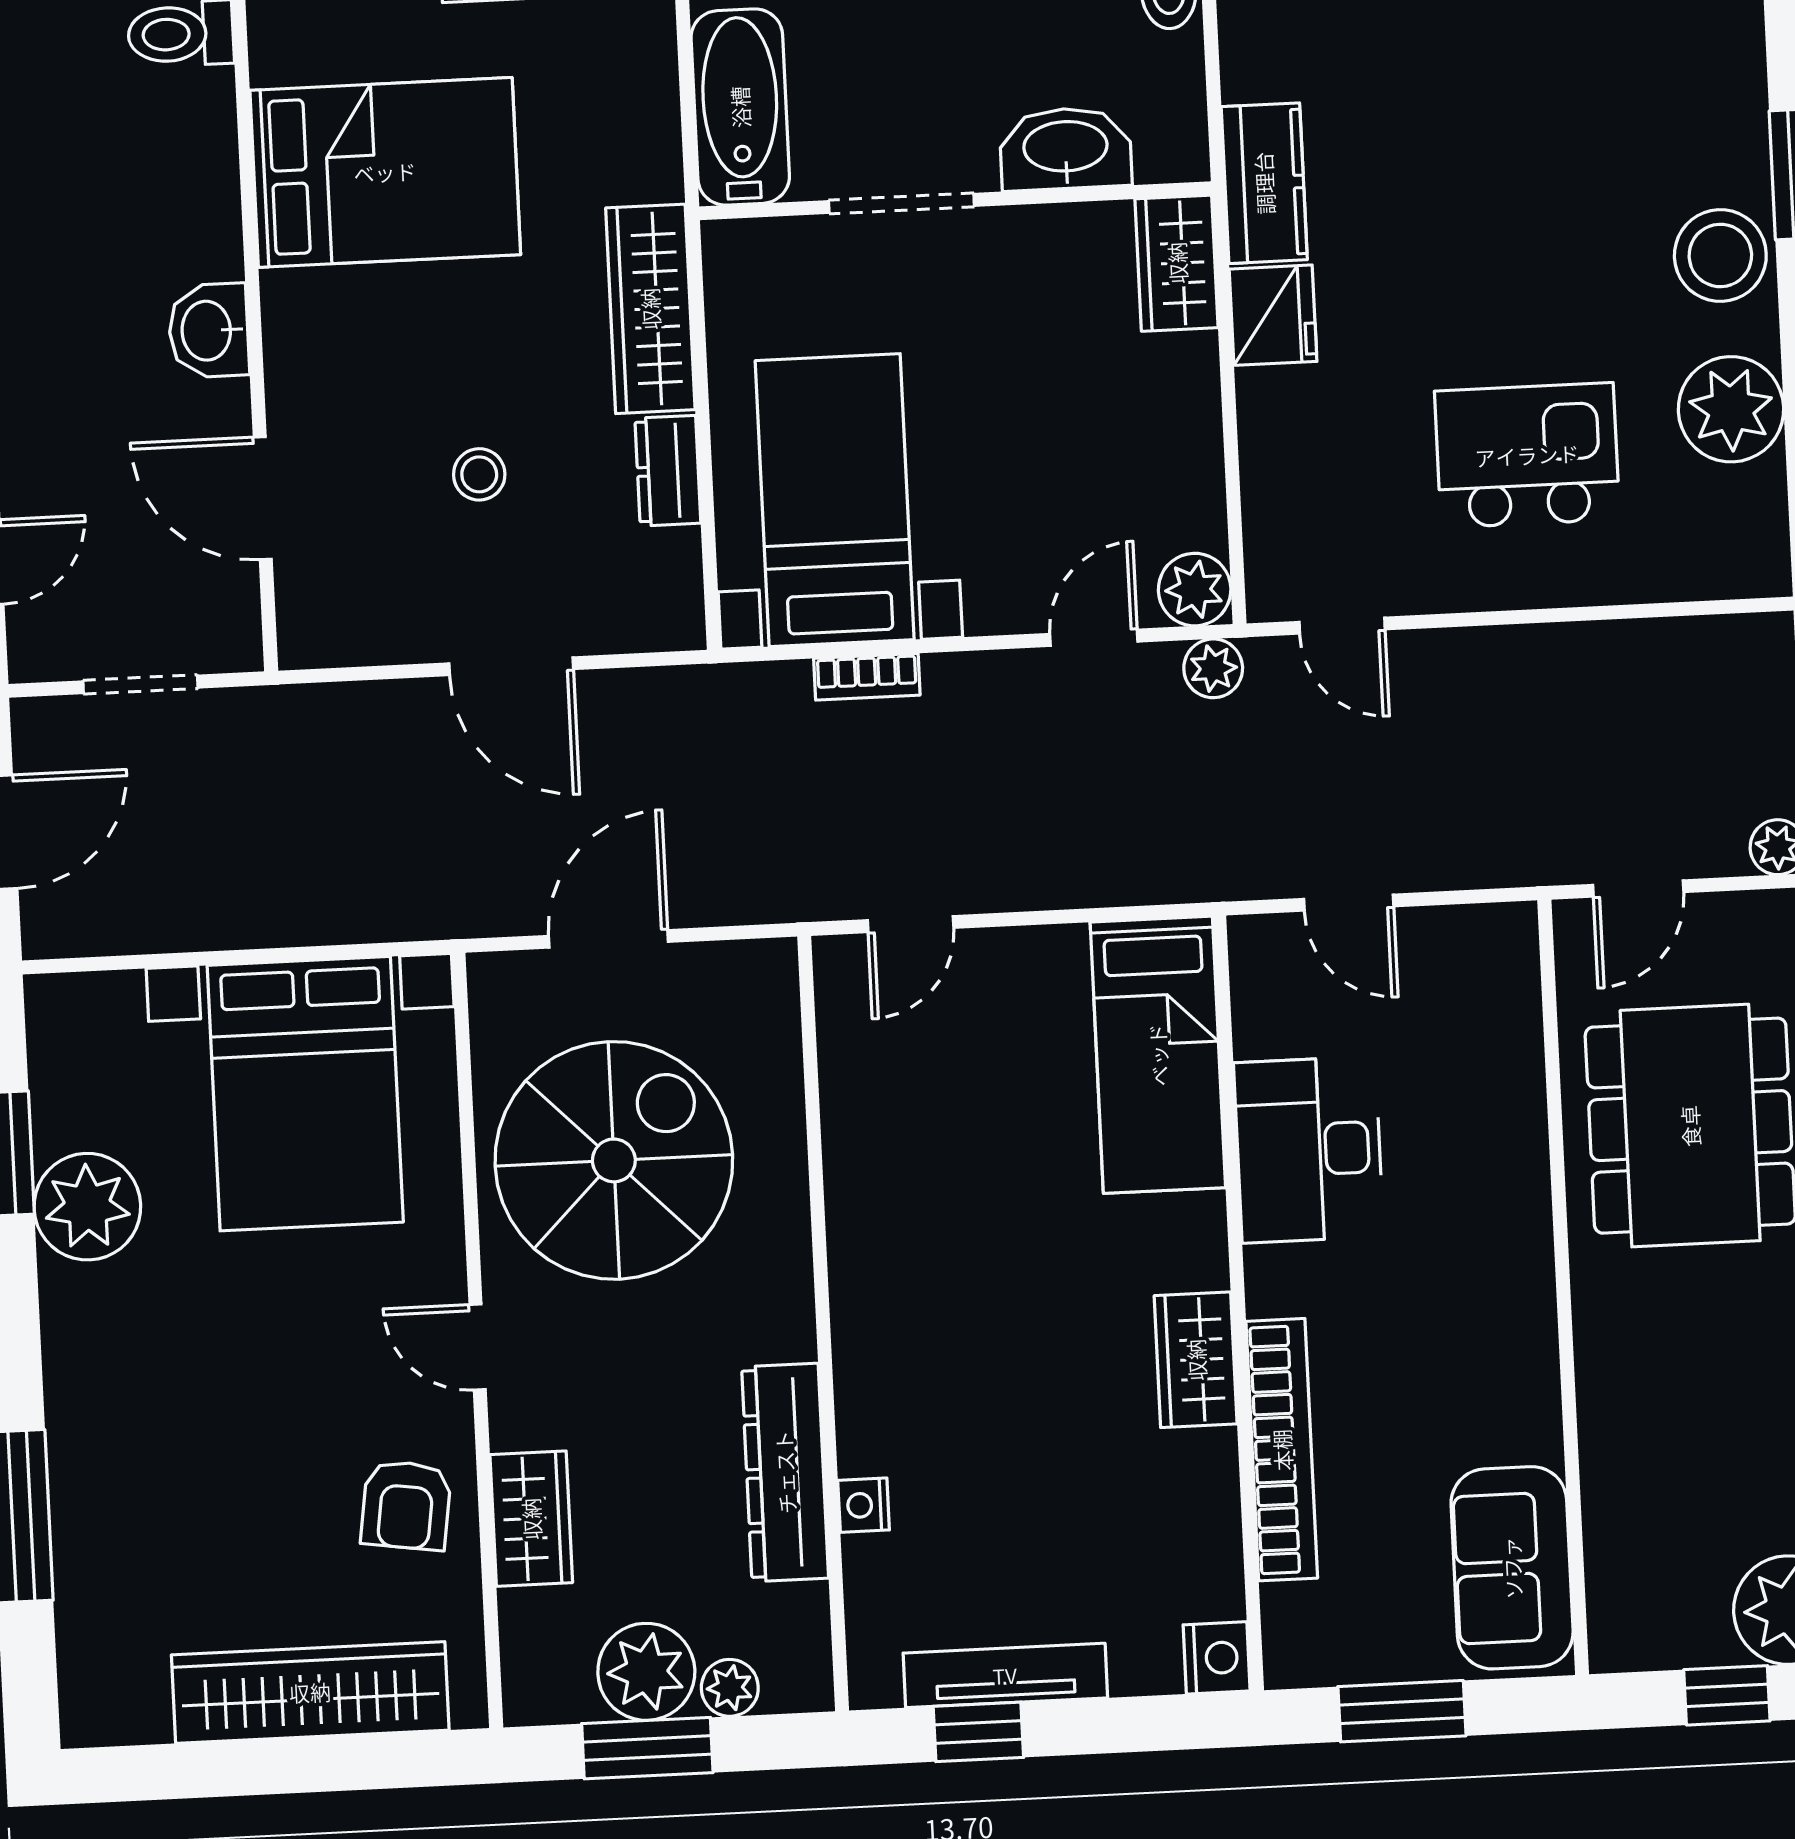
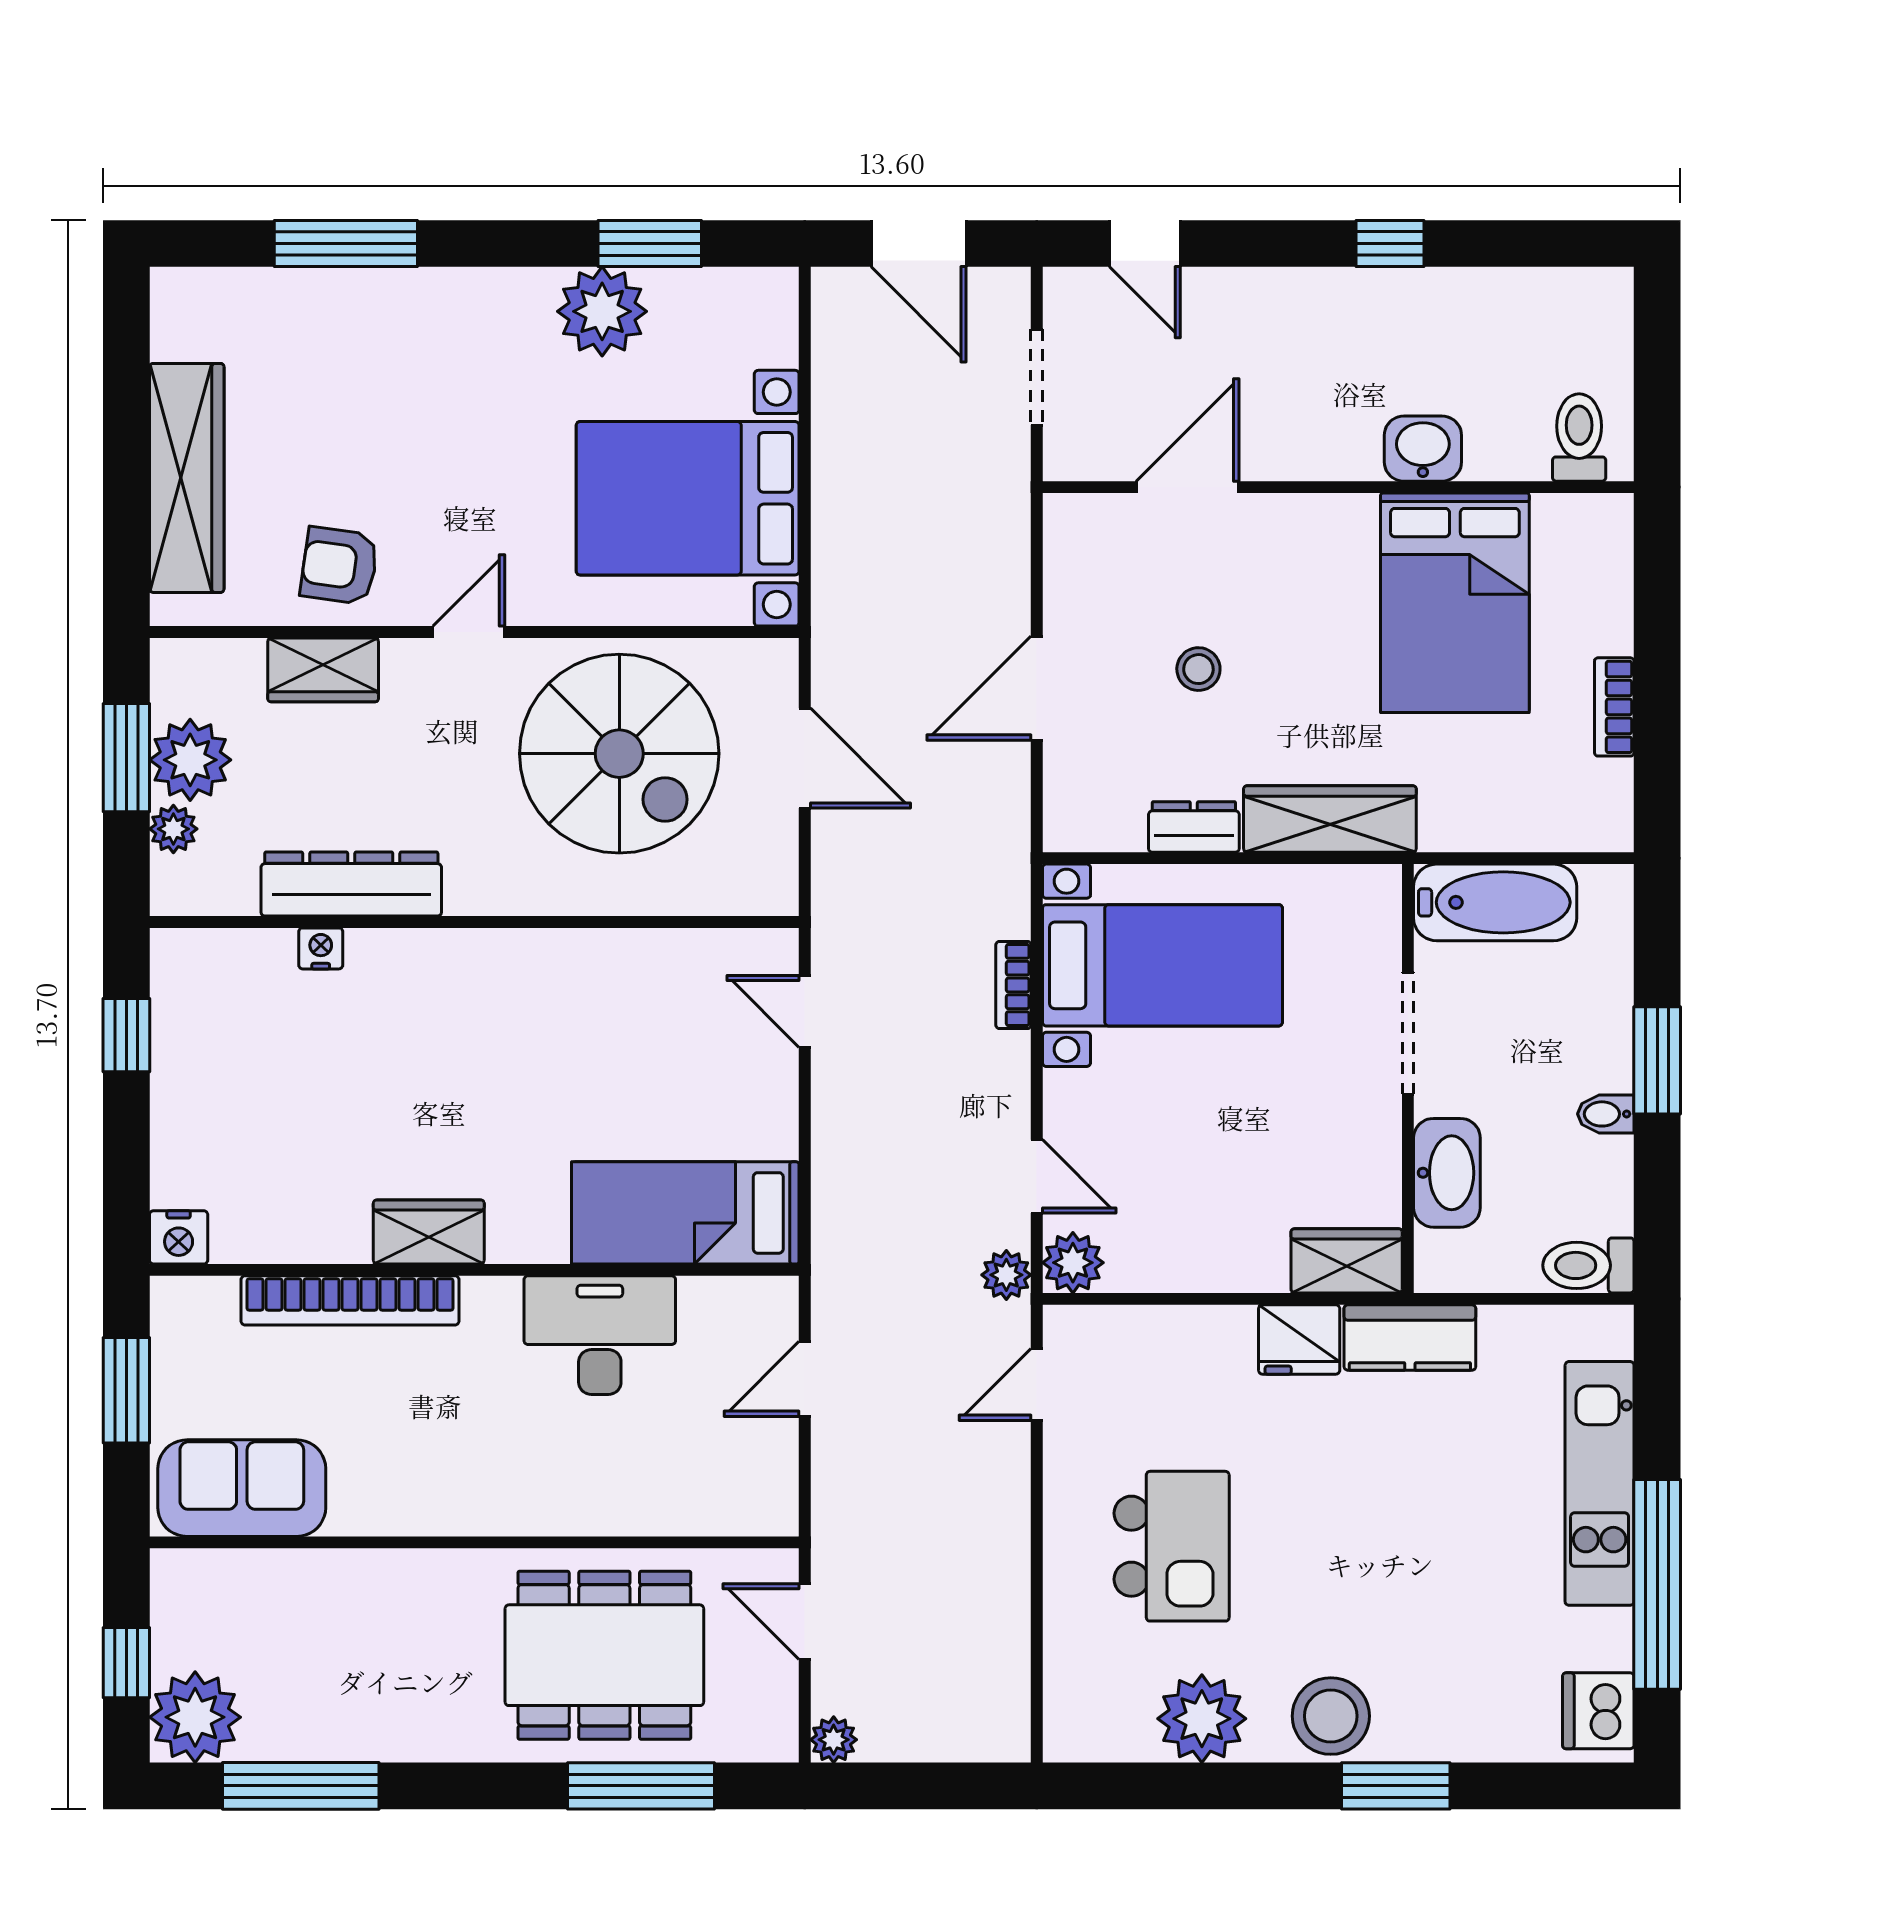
washbasin: (209, 331) -> (1423, 449), moved
tv unit: (1005, 1675) -> (172, 1060), removed

